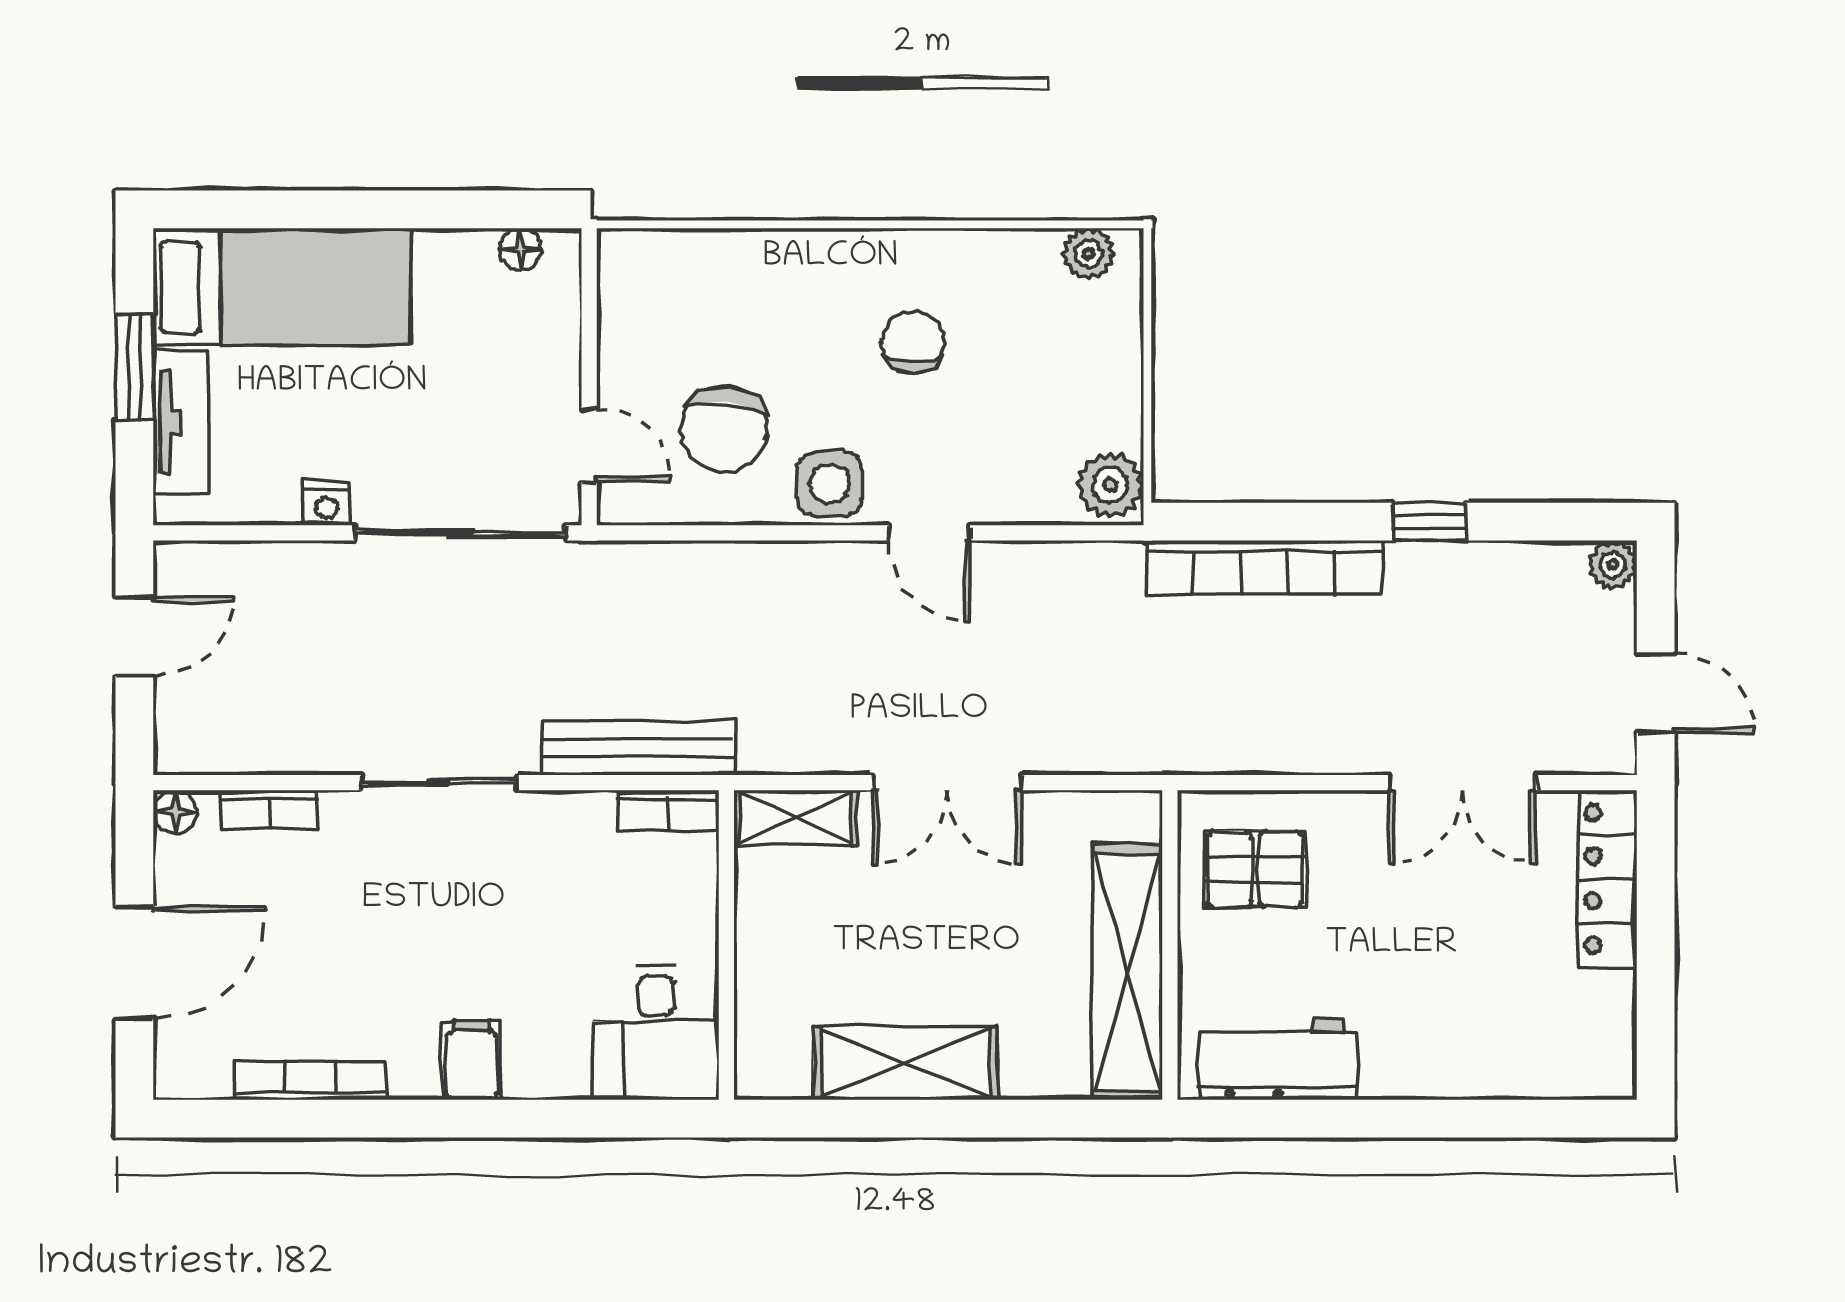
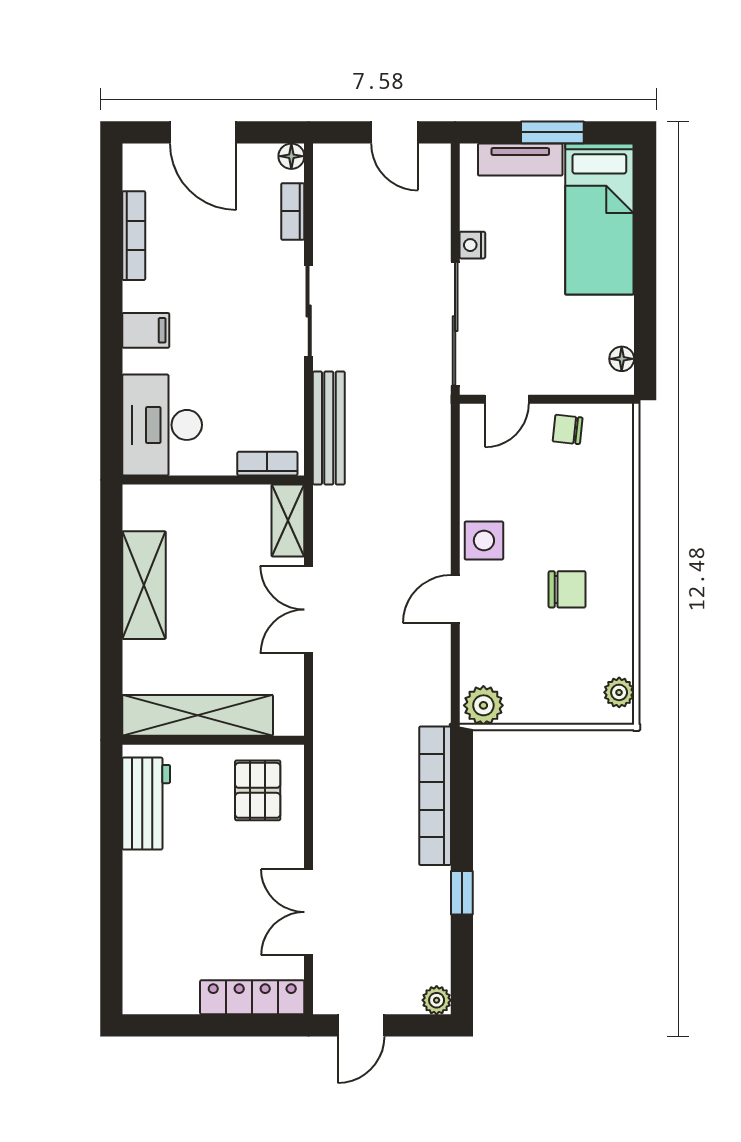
chair: (724, 429) -> (568, 429), moved, width x0.54, depth x0.54
bookcase: (668, 811) -> (267, 464), moved, turned 90
desk: (656, 1032) -> (162, 425), width x1.37

